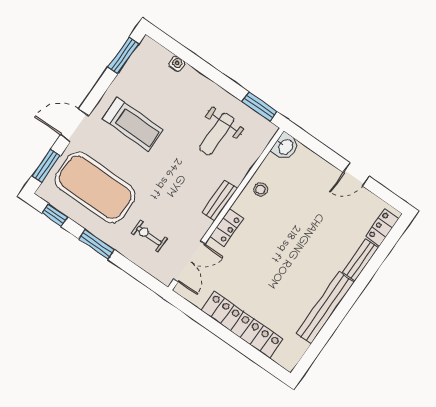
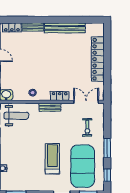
treadmill: (133, 124) -> (52, 159), moved
weight bench: (217, 134) -> (16, 116), moved

